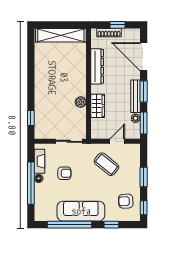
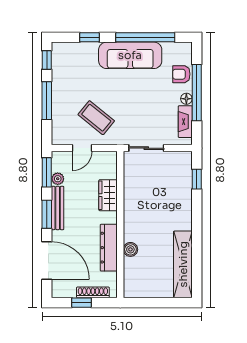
shelving: (61, 35) -> (183, 264), moved, turned 90
boiler: (81, 102) -> (130, 249), moved
armchair: (64, 173) -> (181, 74), moved
window: (144, 177) -> (47, 101), width x1.44
armchair: (126, 201) -> (71, 69), removed

